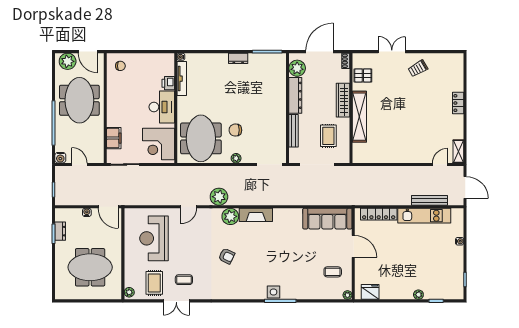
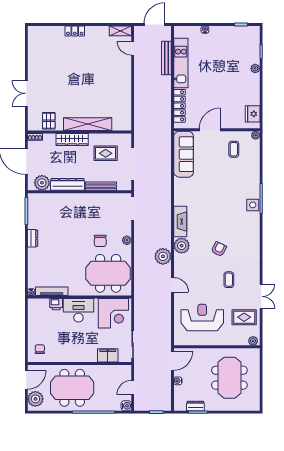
trolley: (418, 68) -> (42, 69), removed
reception desk: (154, 238) -> (202, 318), turned 180
coffee table: (184, 280) -> (229, 280), moved

